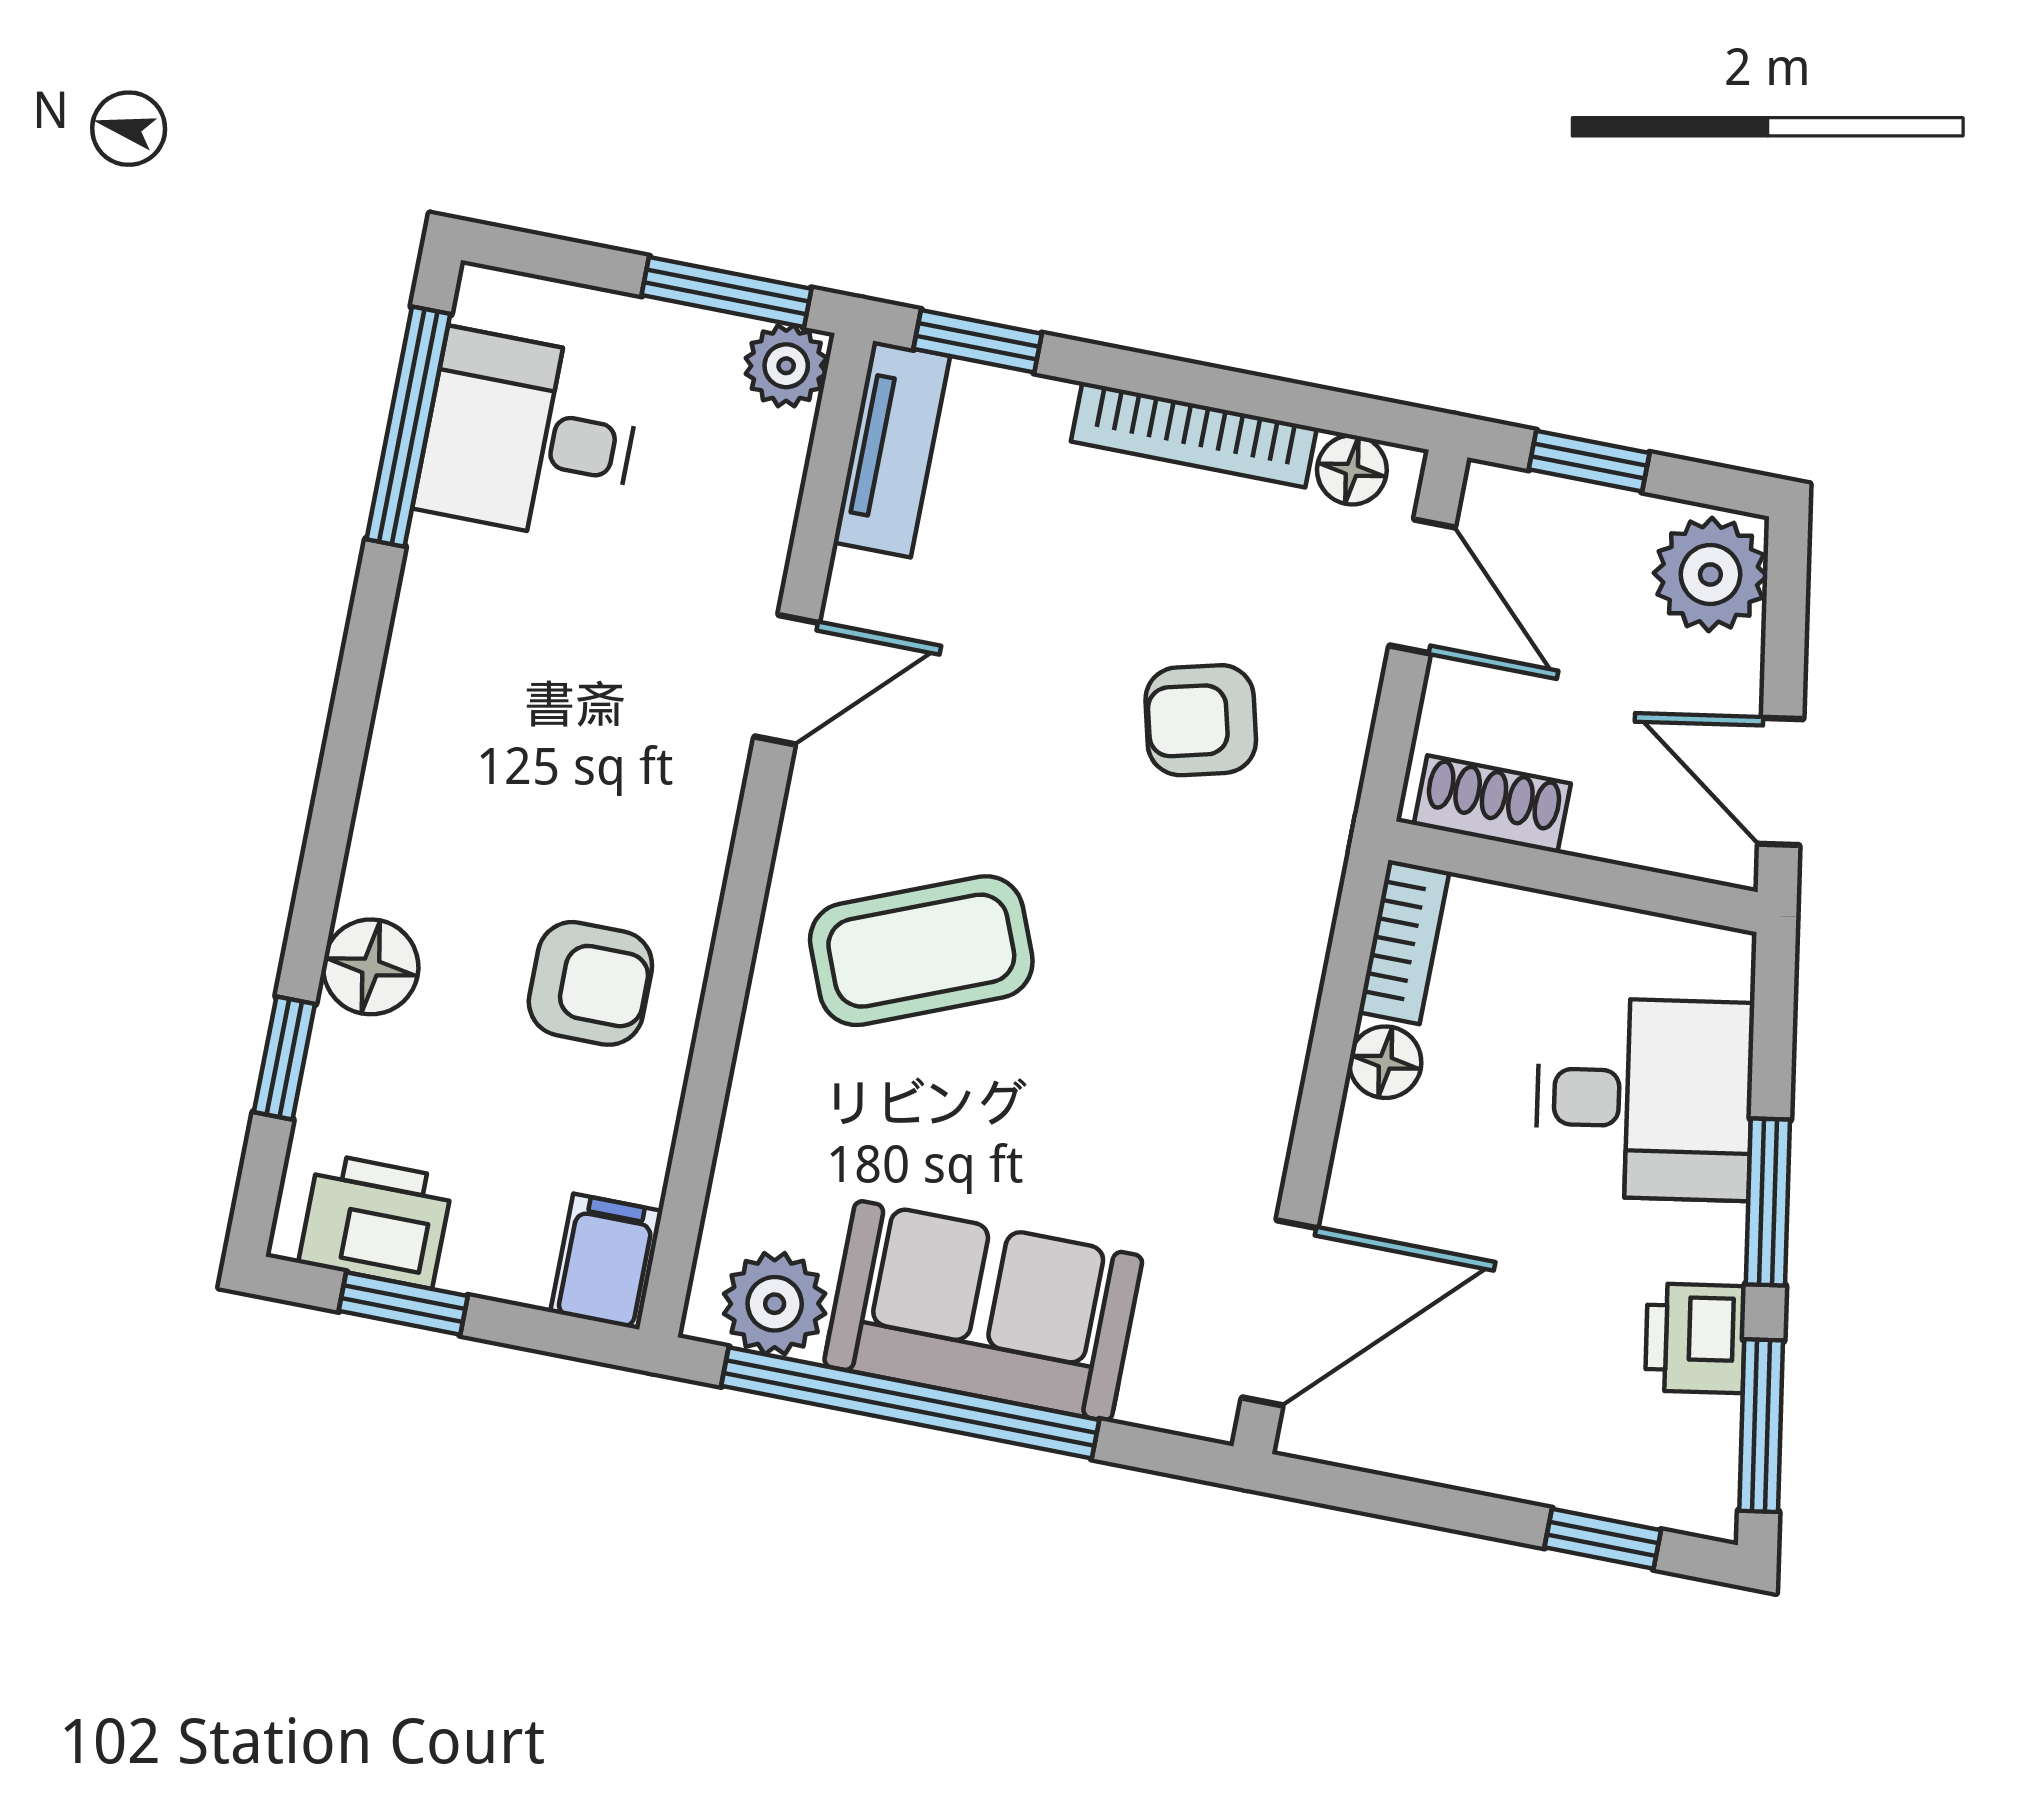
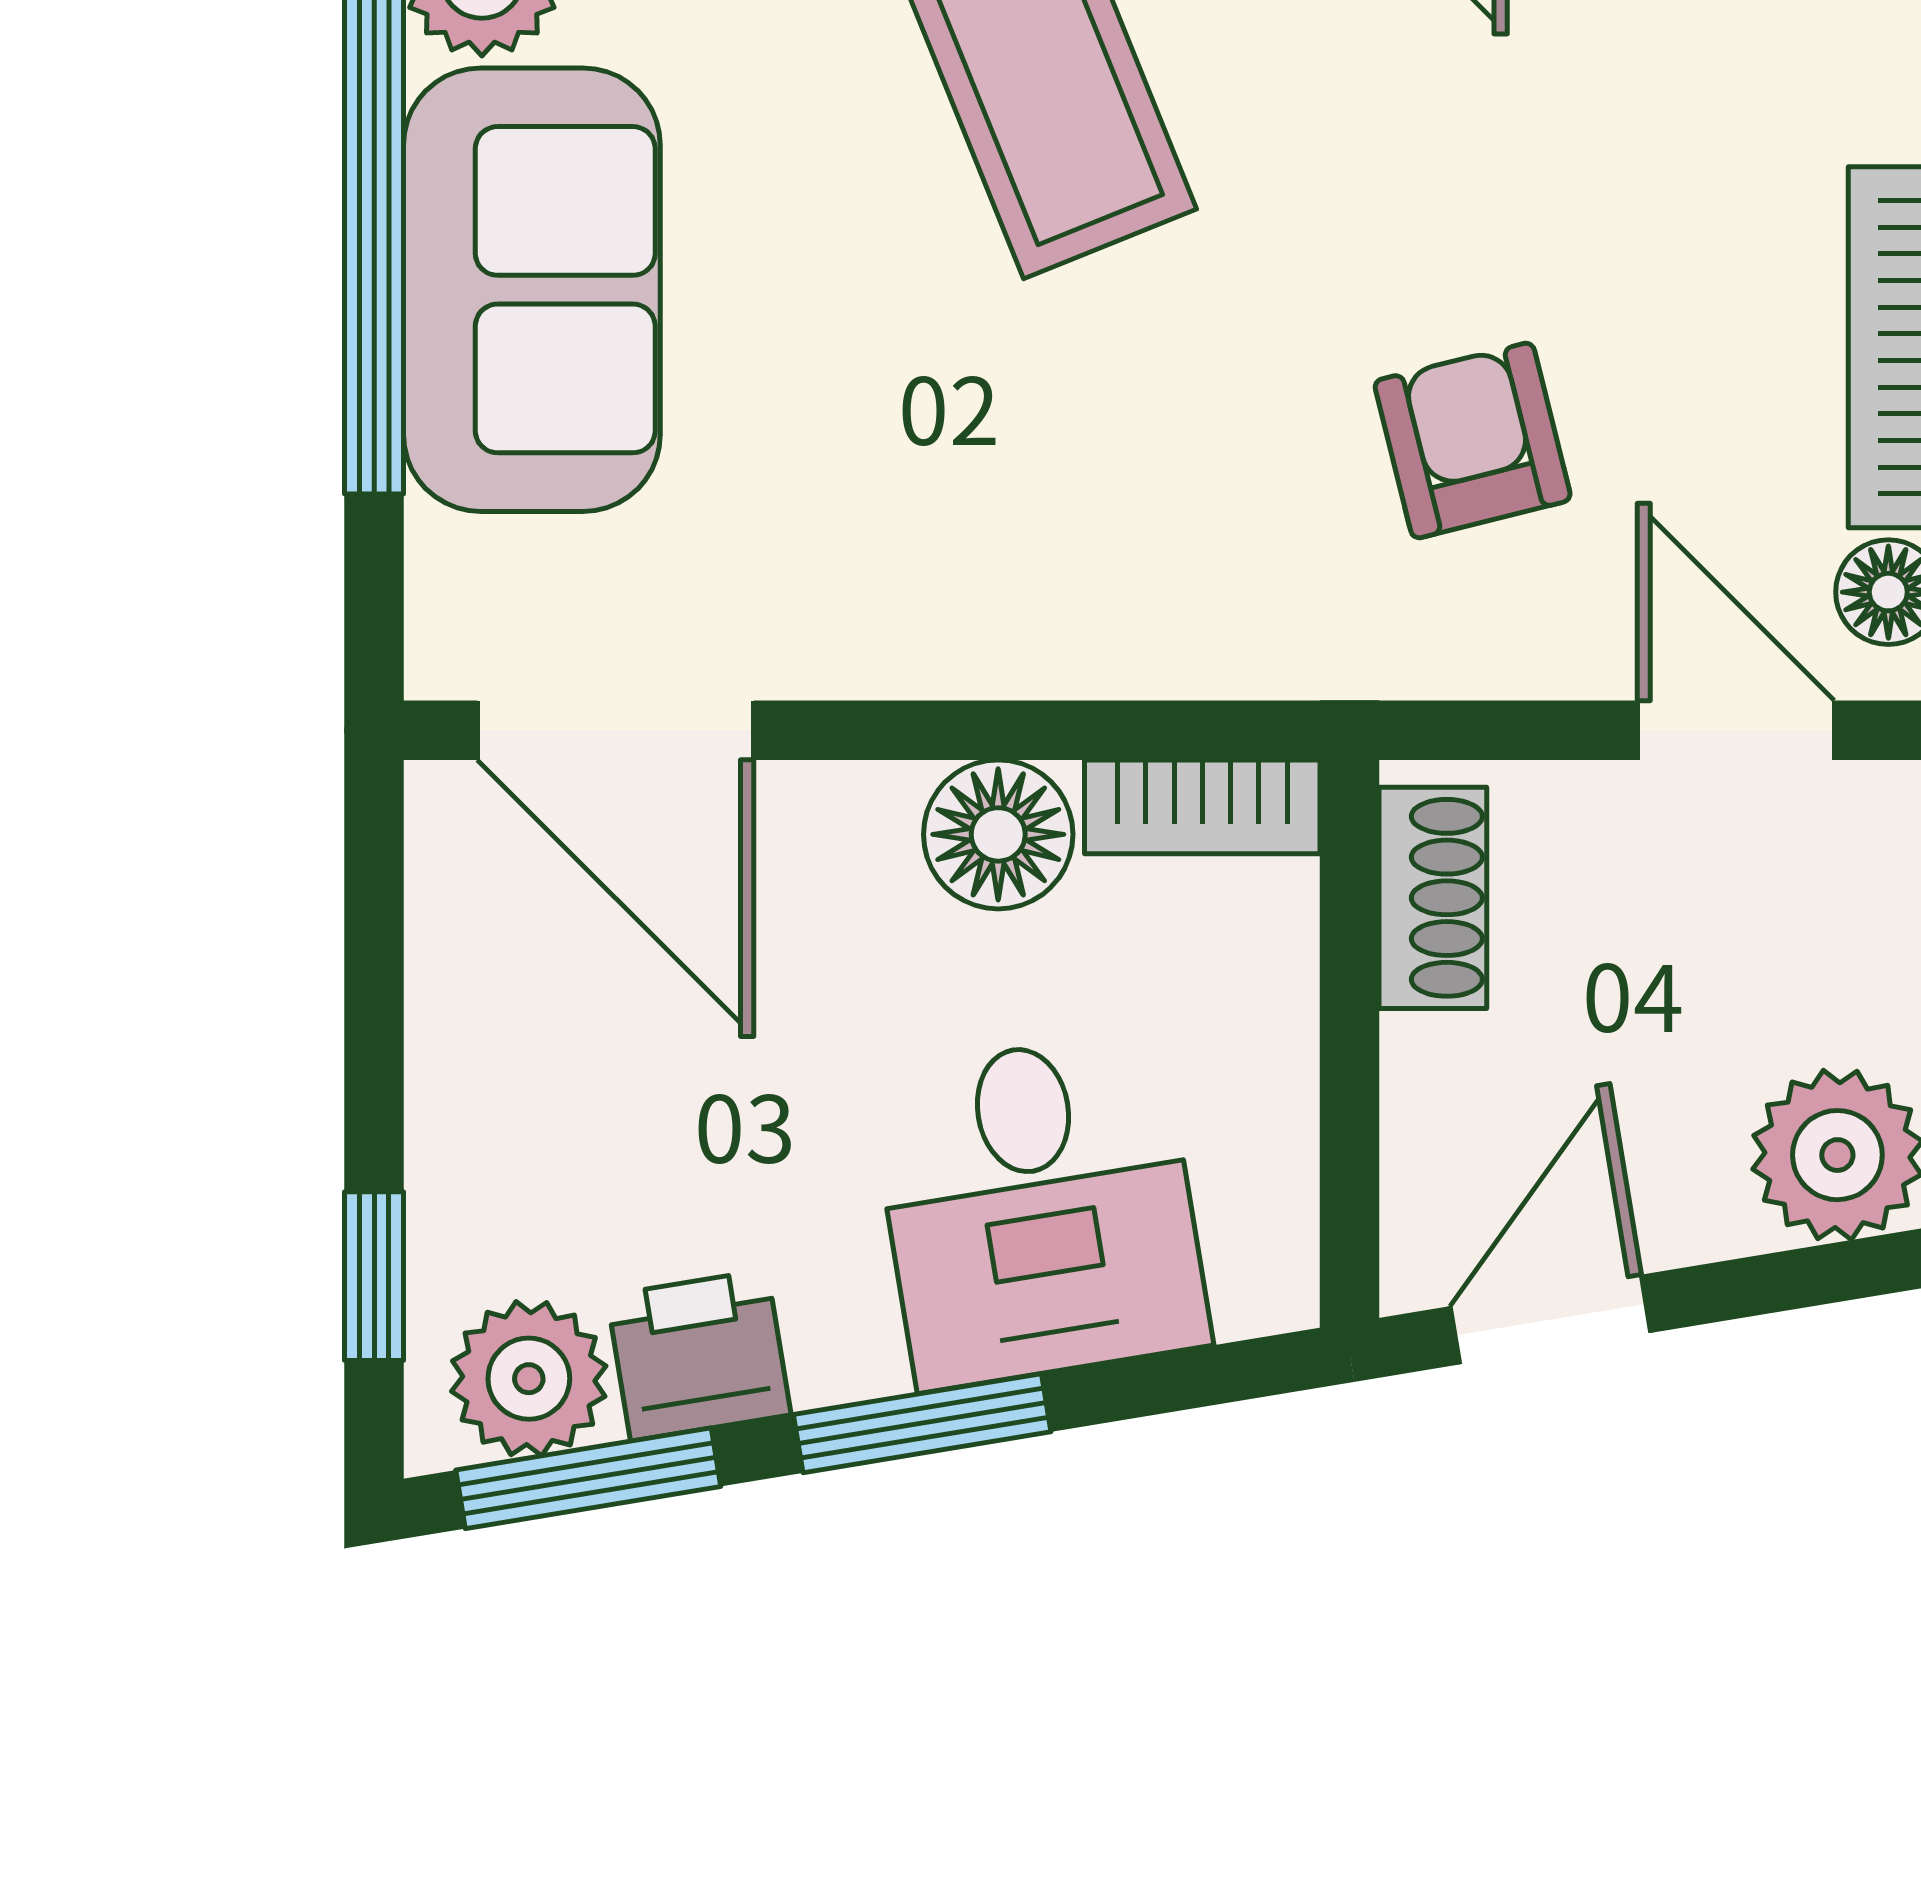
door: (1422, 586) -> (1736, 730), swing flipped
floor lamp: (1385, 1062) -> (998, 834), width x1.37, depth x1.37
plant: (1689, 1451) -> (529, 1379), added

